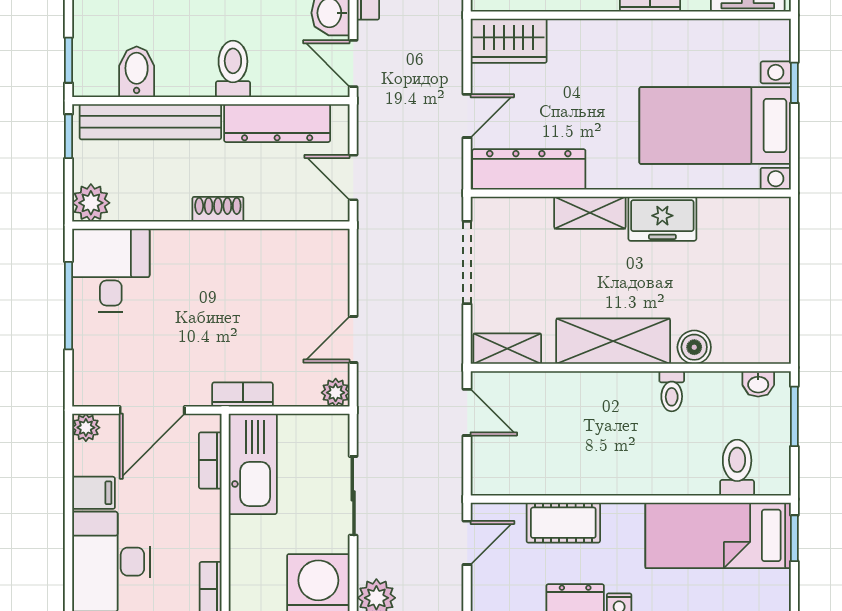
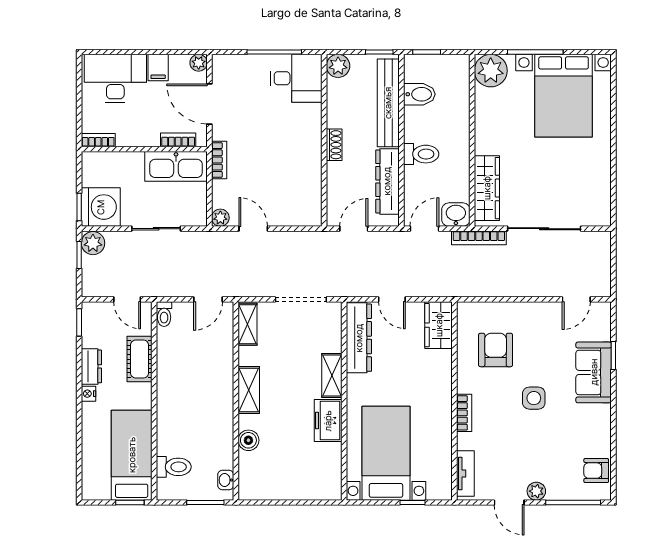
shelving: (613, 341) -> (249, 390), width x0.67, depth x0.75
toilet: (672, 391) -> (164, 314), moved, turned -90

